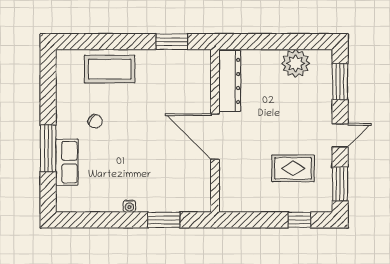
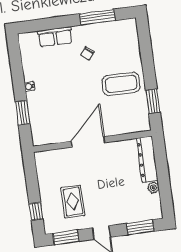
plant: (296, 63) -> (153, 188), width x0.53, depth x0.53
coffee table: (110, 69) -> (121, 84), moved, turned 90
dresser: (230, 81) -> (147, 159), moved, turned 90
window: (48, 148) -> (97, 17), moved

